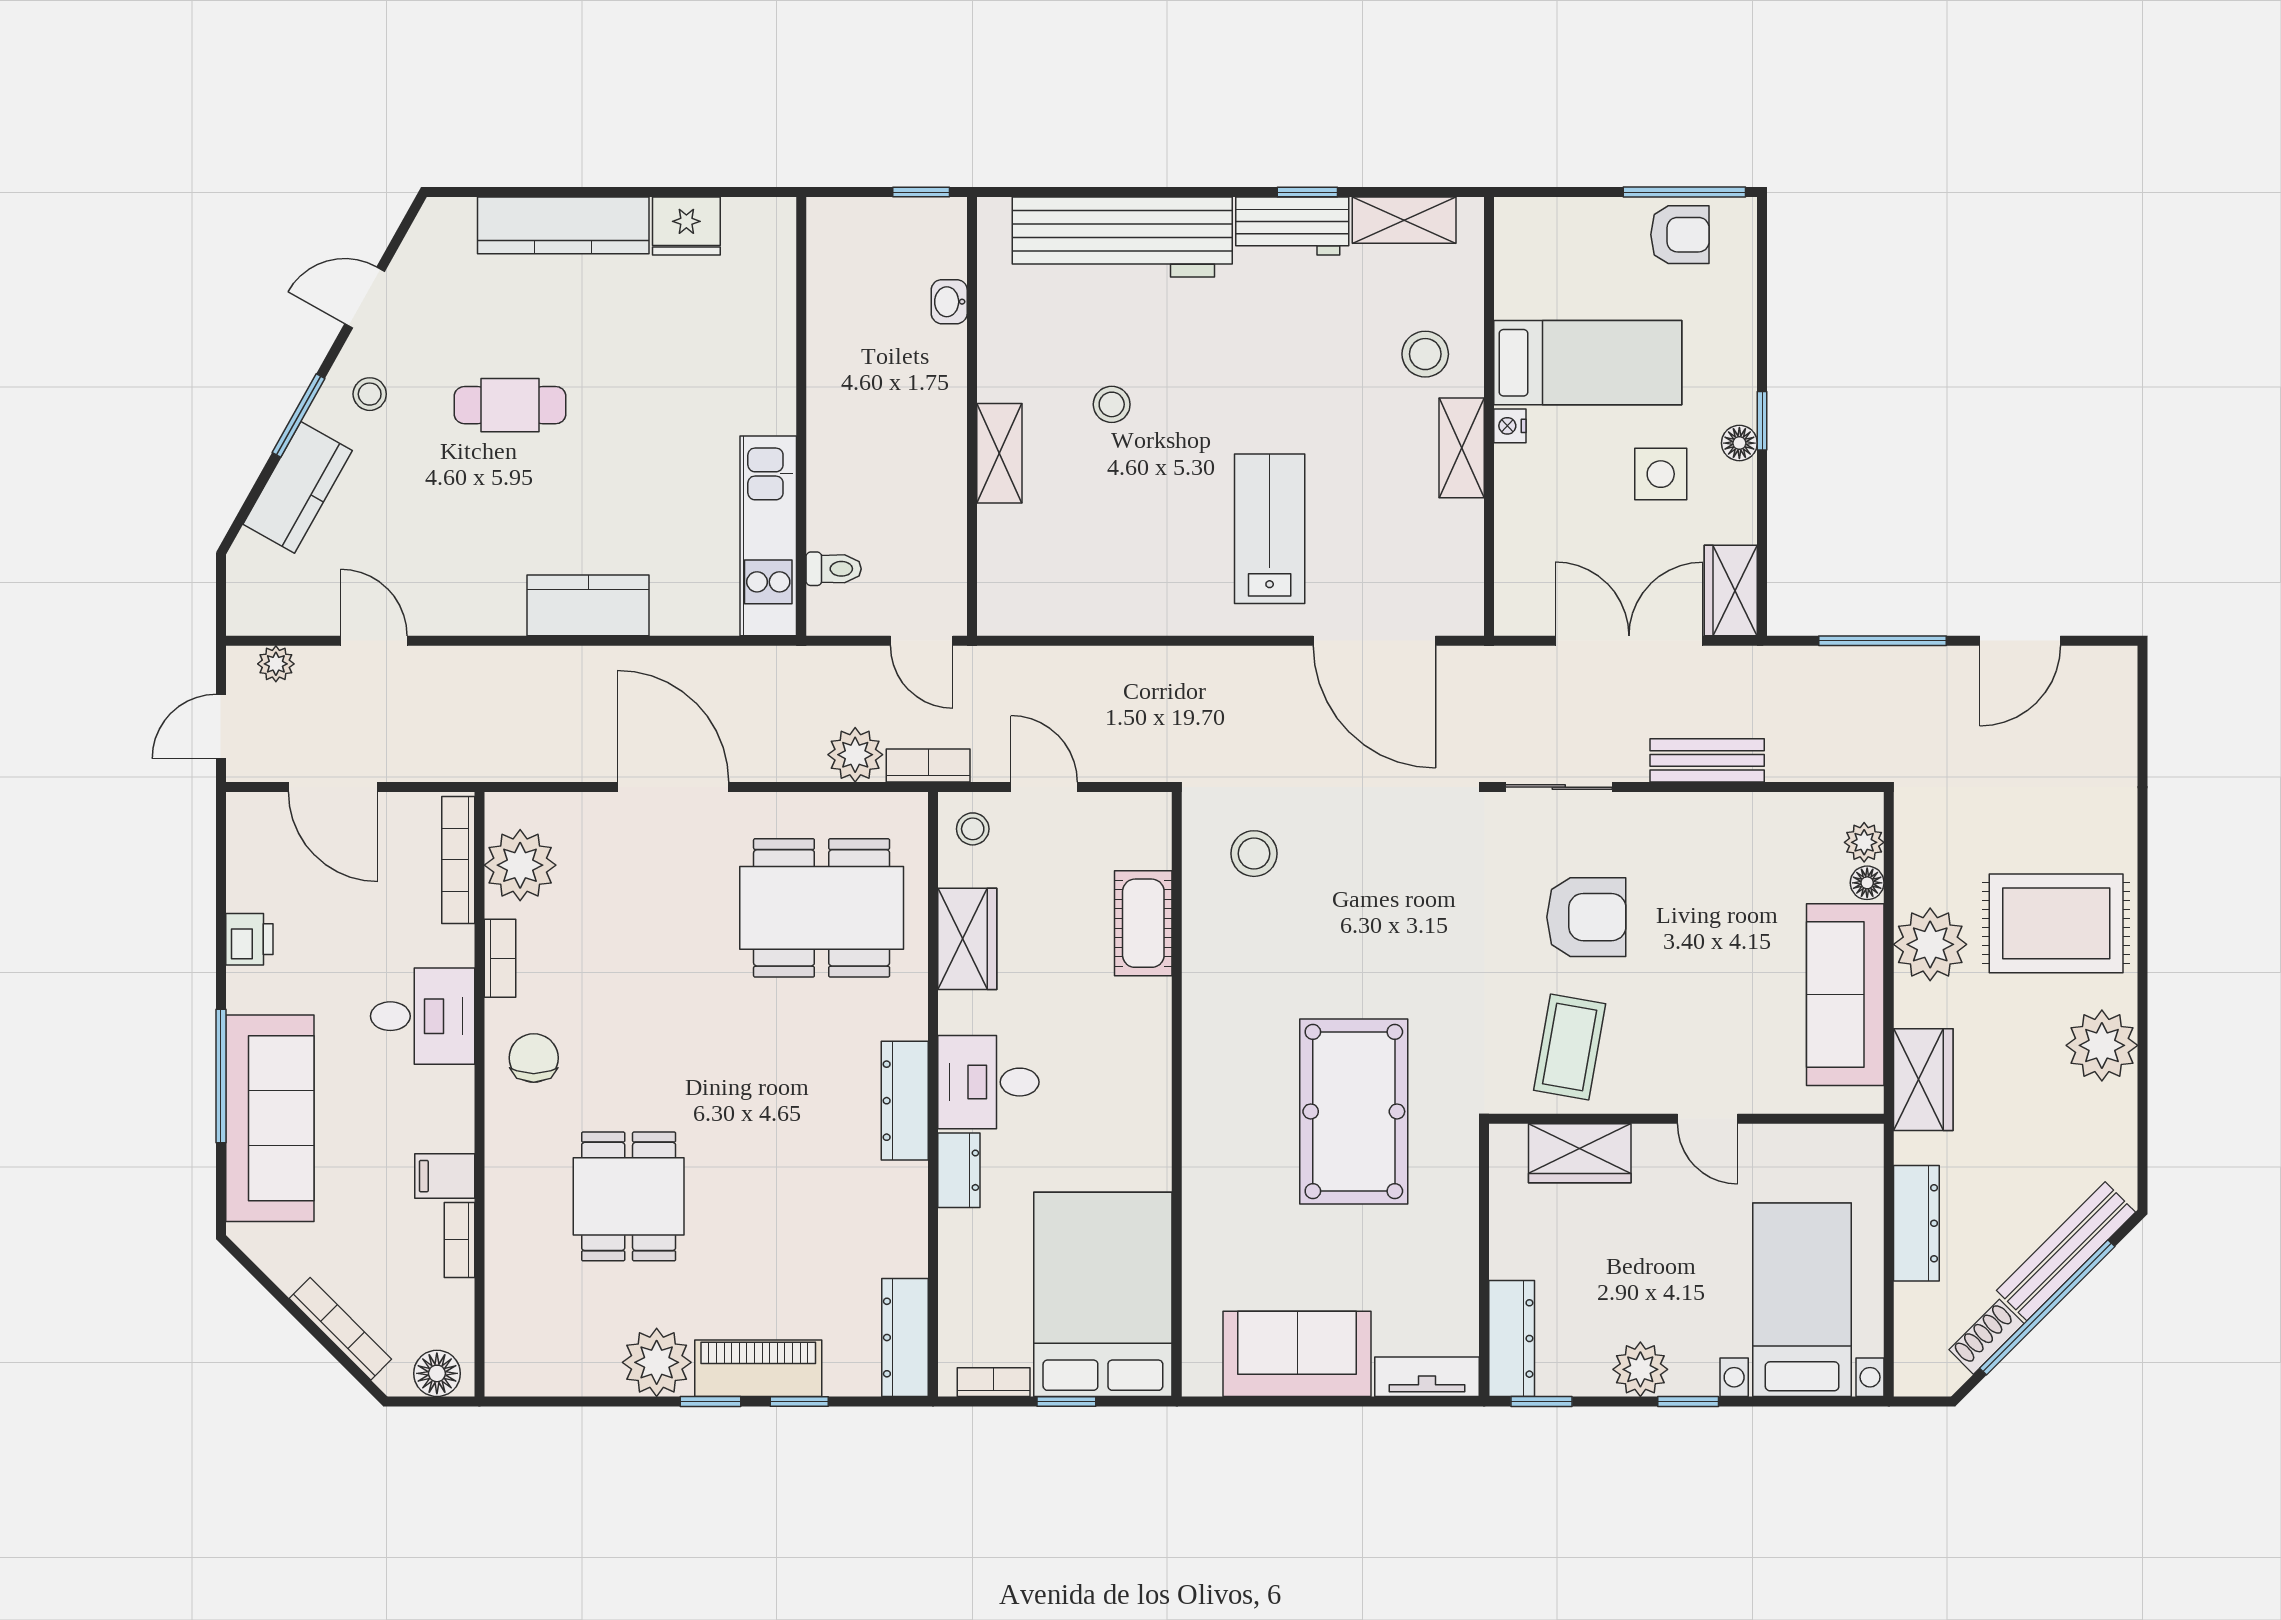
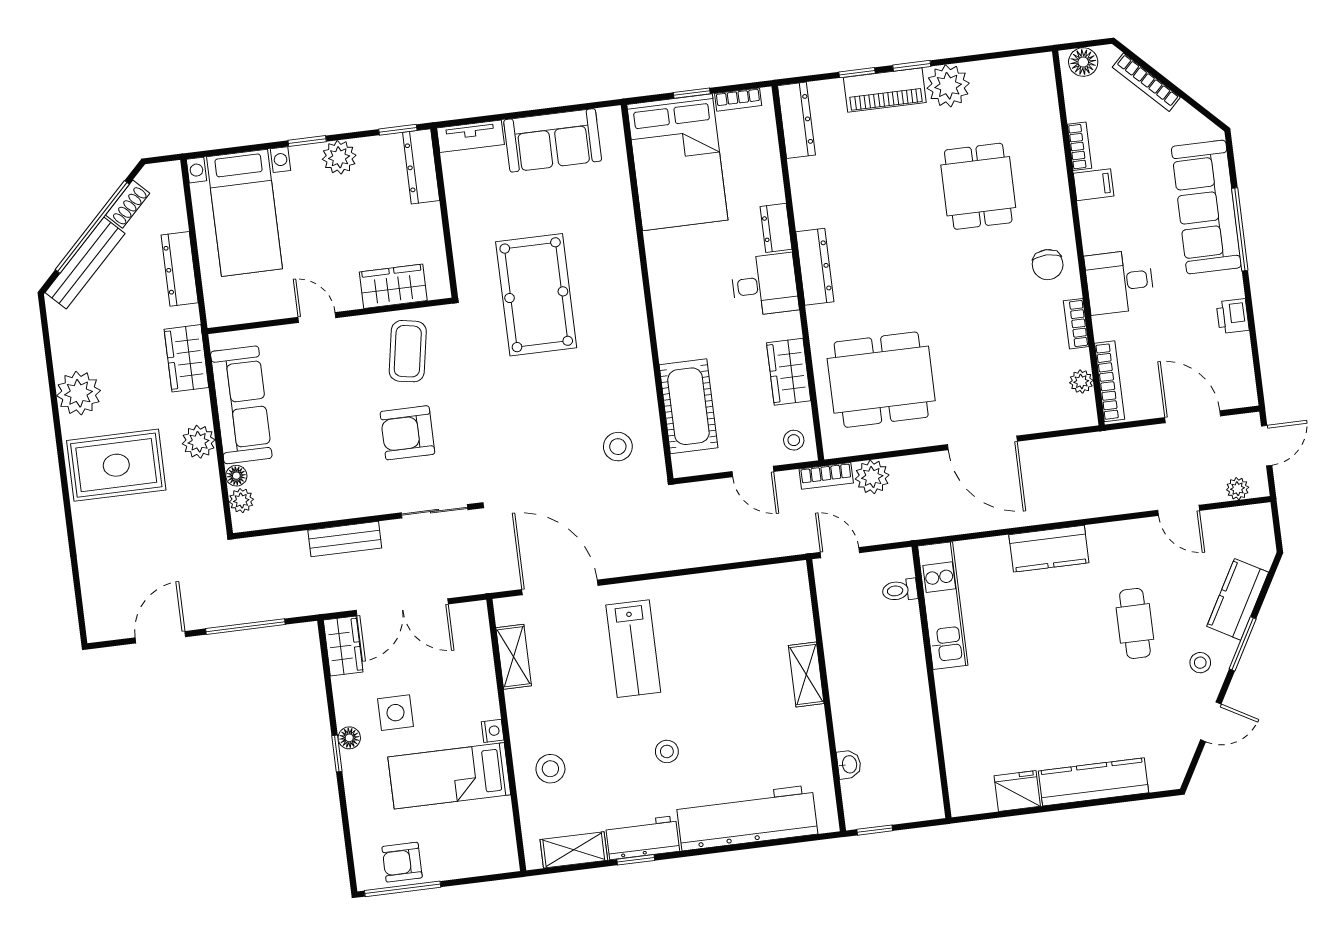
stool: (1112, 404) -> (667, 751), moved
cafe table: (510, 405) -> (1135, 623), moved, turned 90
shelving: (1462, 448) -> (514, 657), moved
plant: (520, 865) -> (1081, 382), width x0.53, depth x0.53
cot: (1143, 923) -> (688, 406), width x1.37, depth x1.34
plant: (1930, 944) -> (199, 442), width x0.73, depth x0.73

